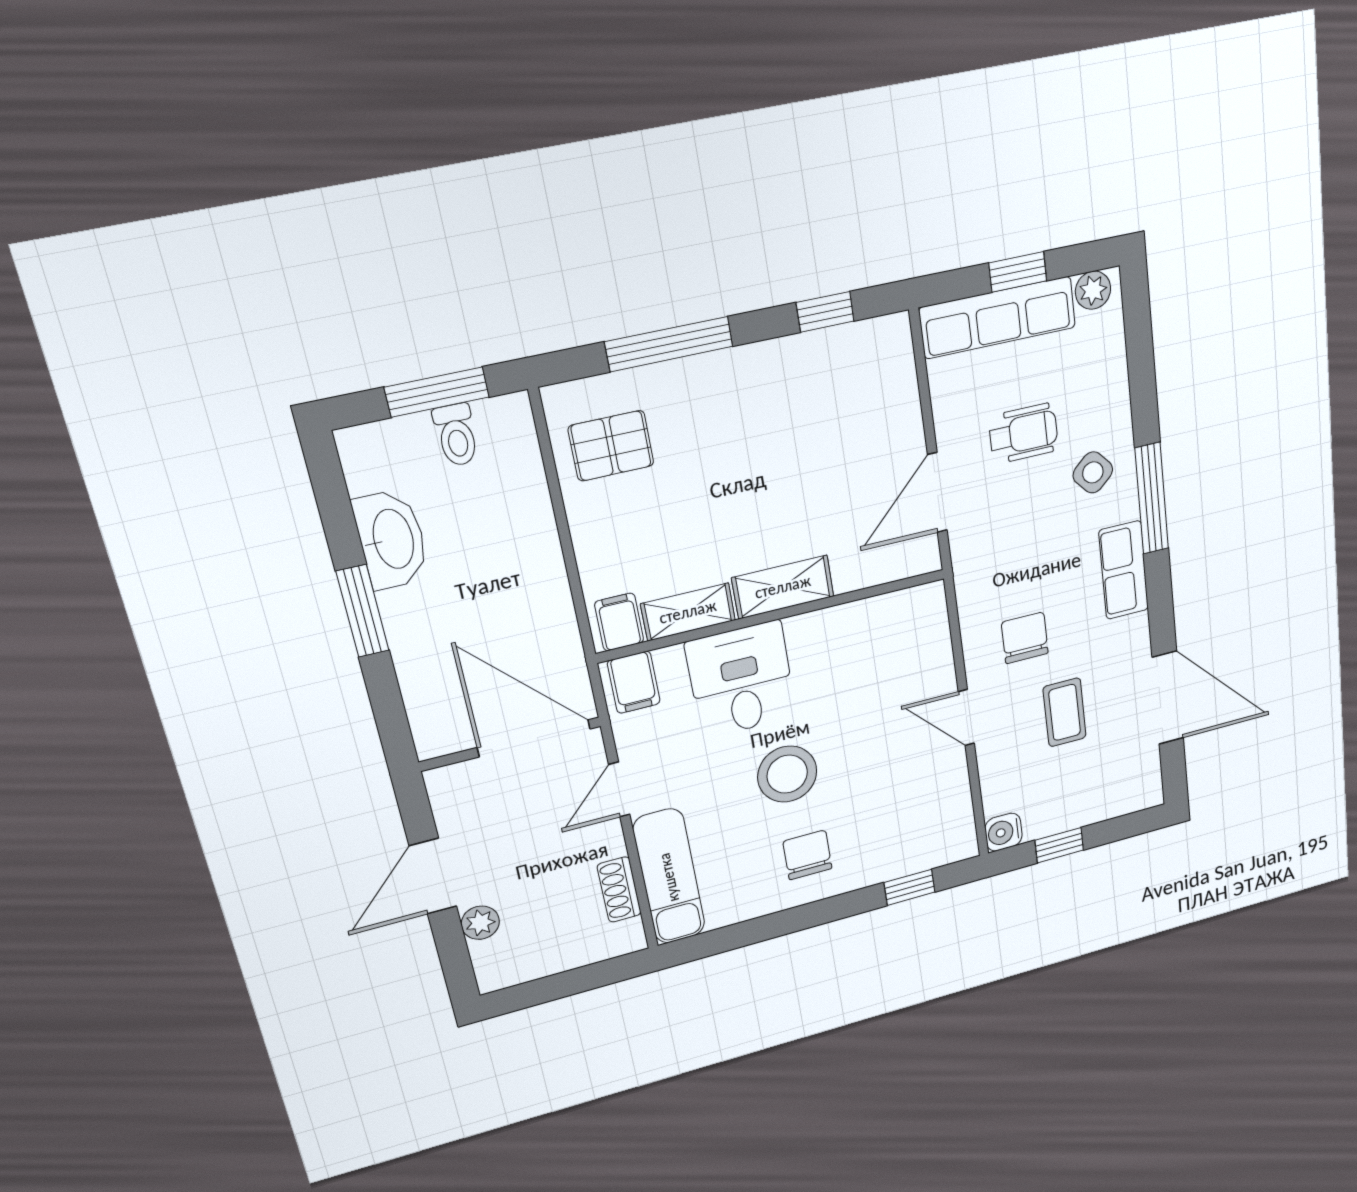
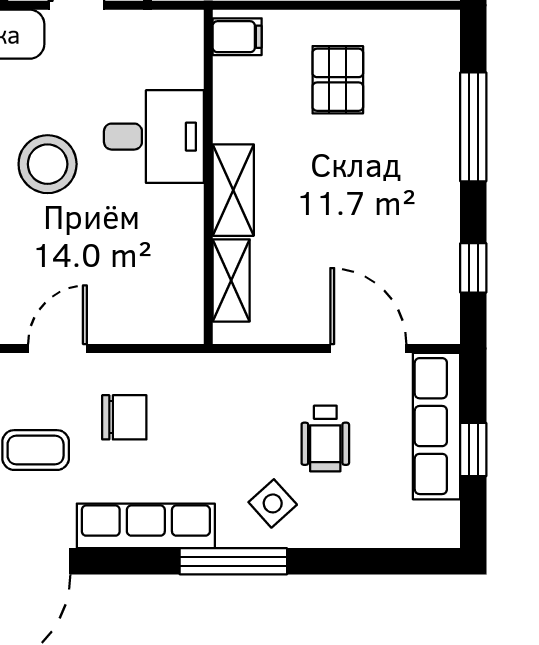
plant: (1093, 290) -> (443, 520), removed
pallet: (611, 446) -> (338, 80), moved
door: (937, 493) -> (368, 348), moved
row of seats: (1124, 570) -> (146, 526), width x1.48
shelving: (688, 612) -> (231, 280), moved
filing cabinet: (634, 682) -> (177, 39), removed

